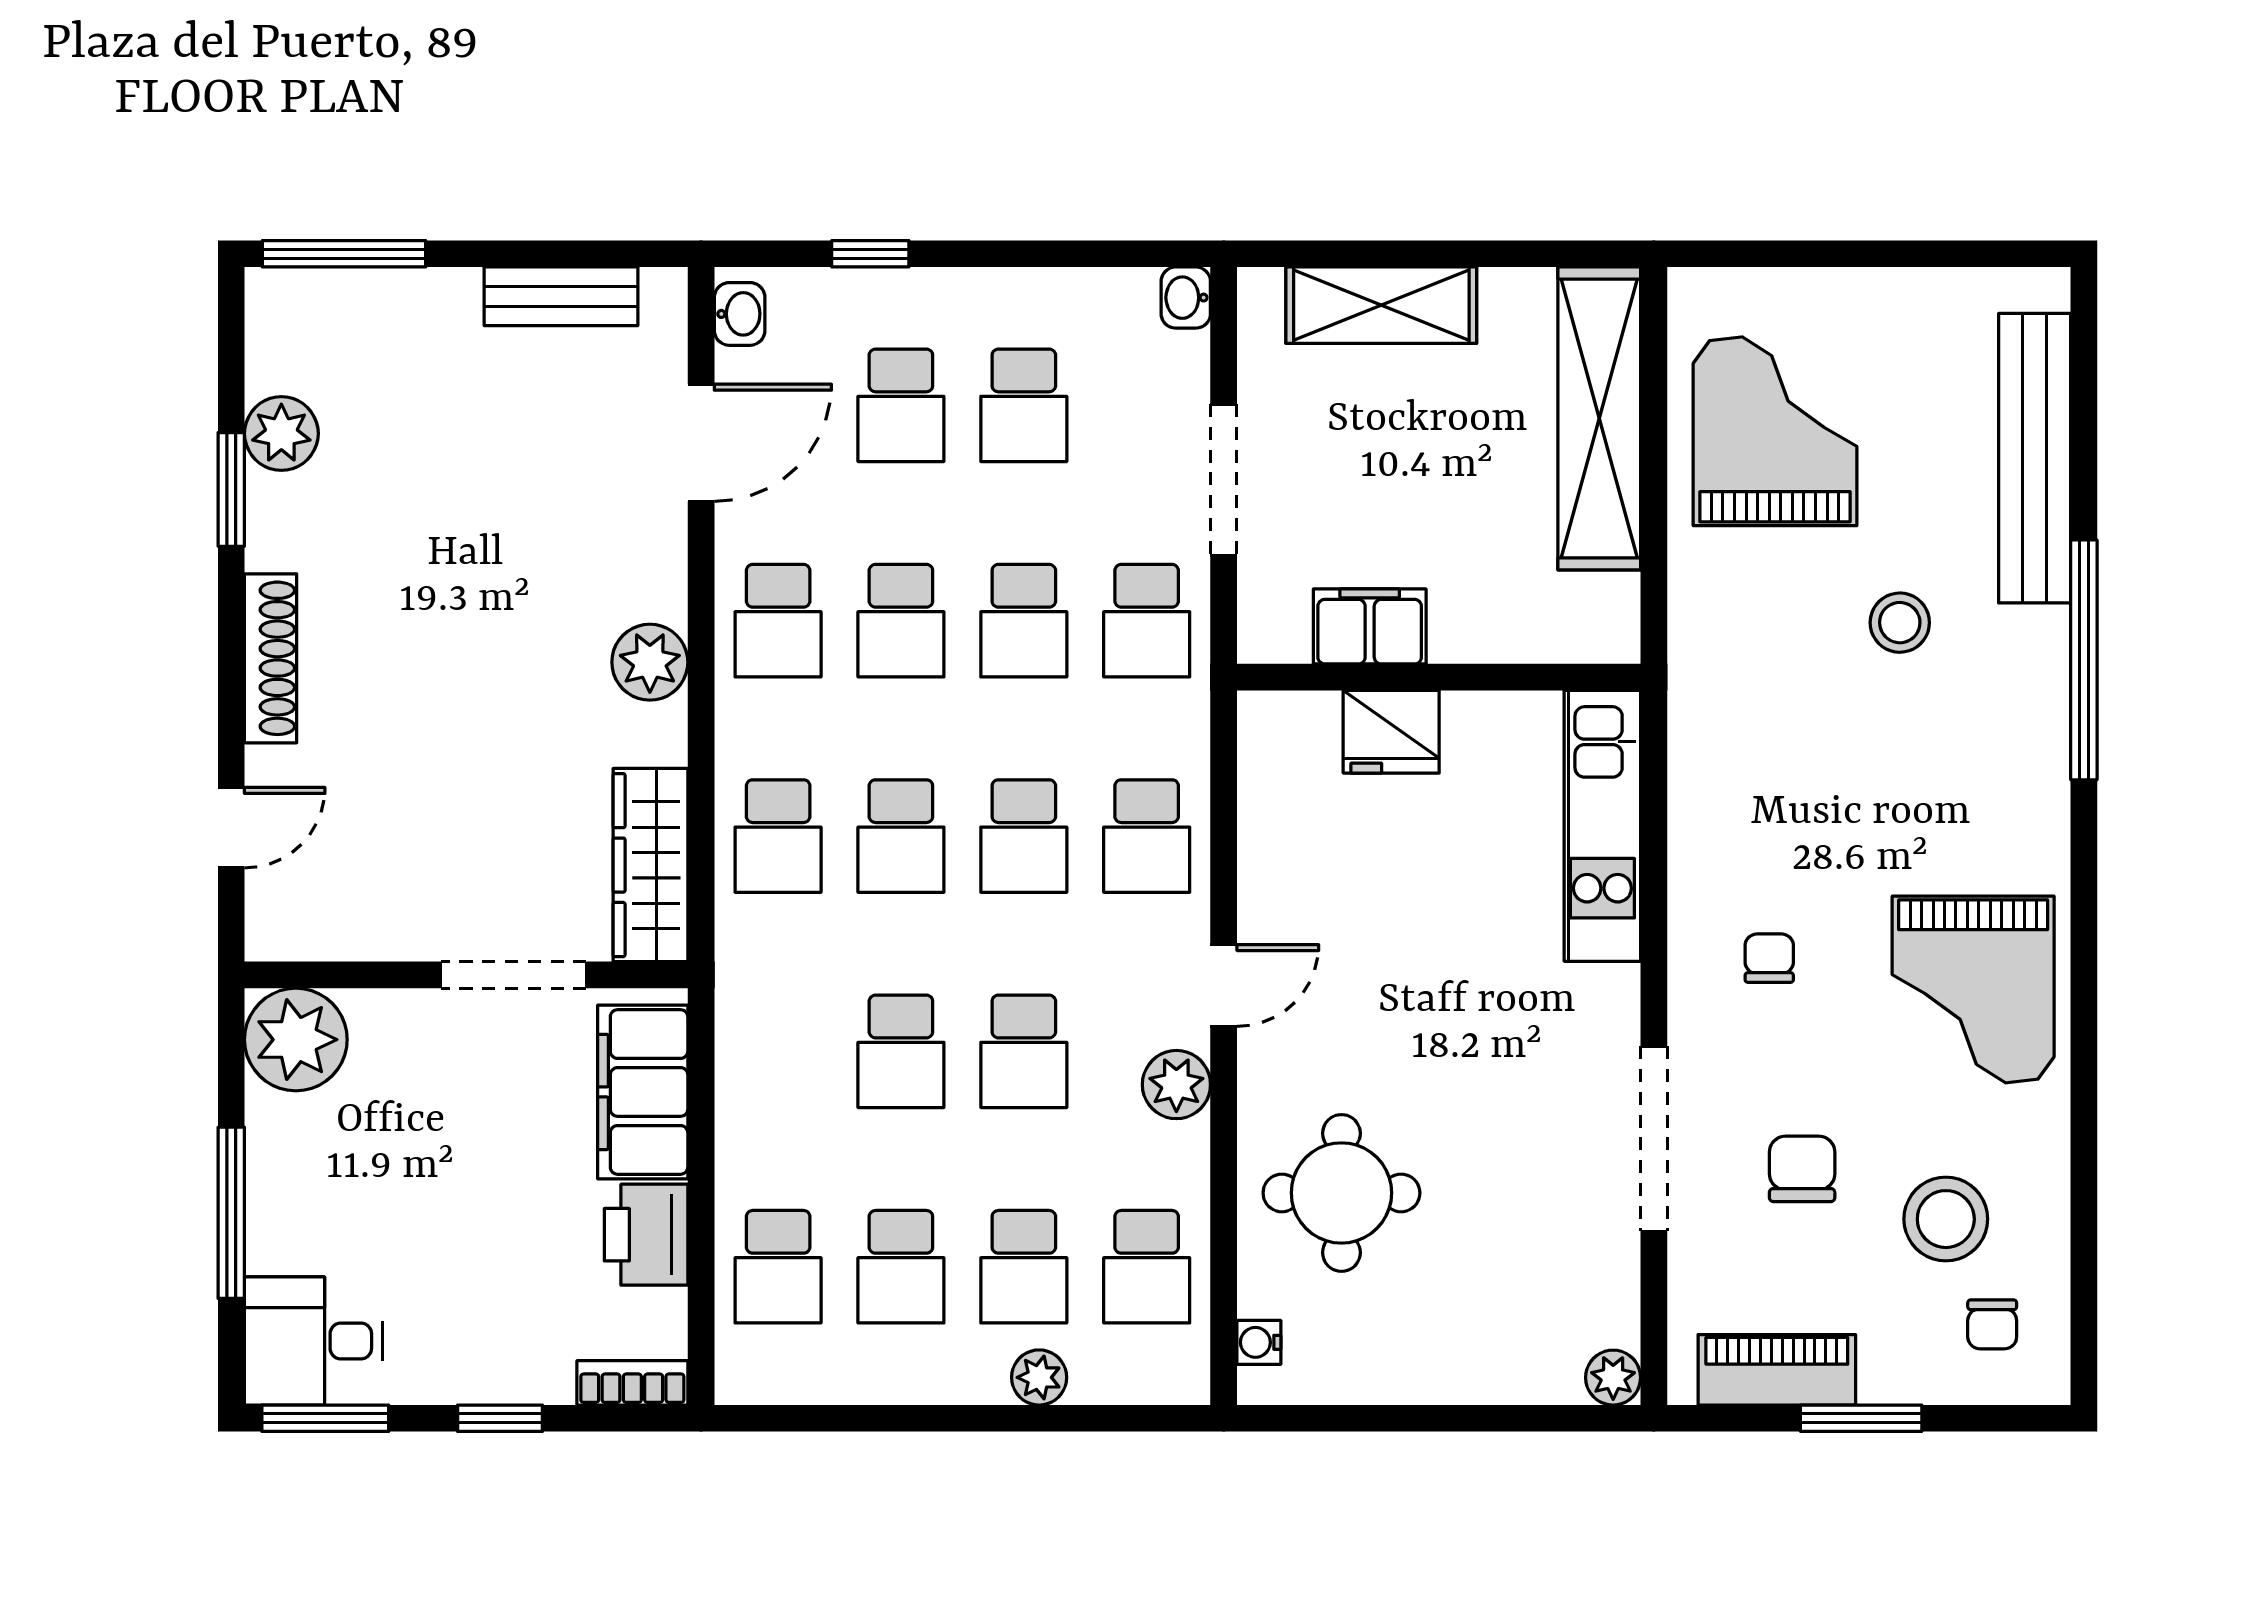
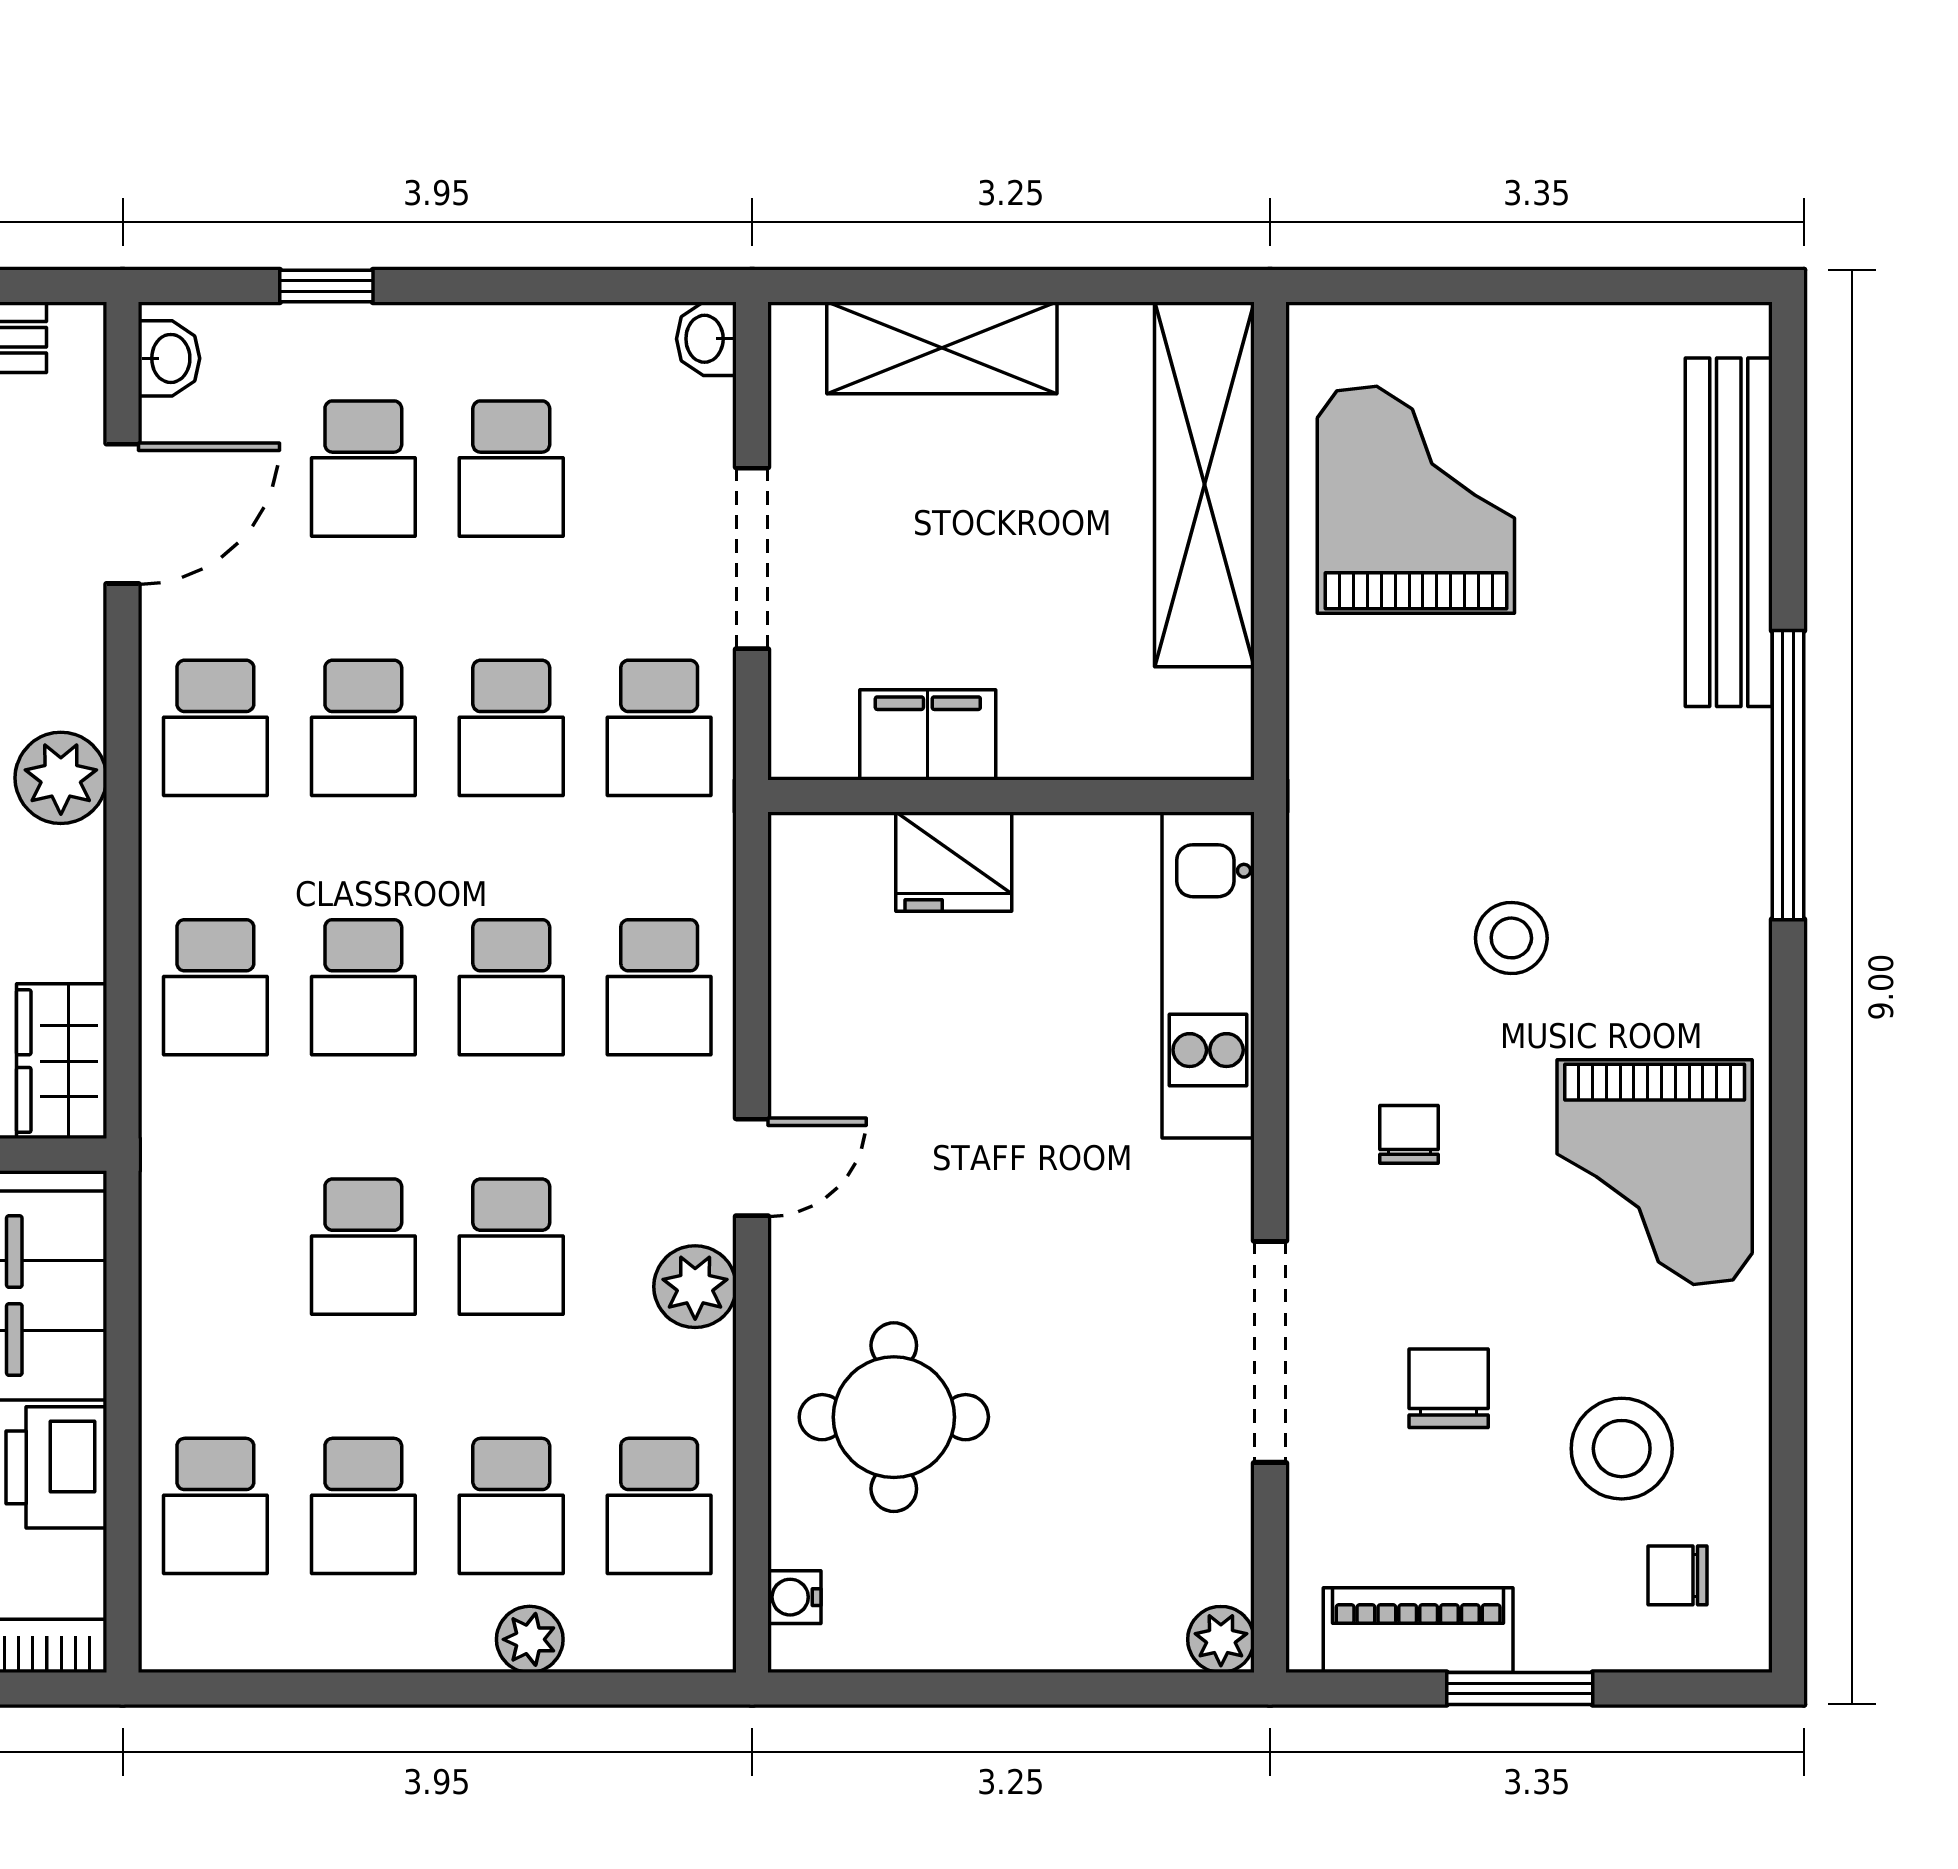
stool: (1900, 623) -> (1511, 938), moved
wardrobe: (650, 865) -> (62, 1061), width x0.67
chair: (1992, 1324) -> (1678, 1575), turned 90

